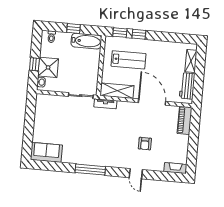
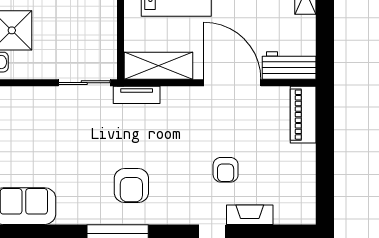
workbench: (187, 86) -> (289, 65), moved, turned 90
armchair: (99, 147) -> (131, 185), added
fireplace: (175, 168) -> (250, 215), moved

